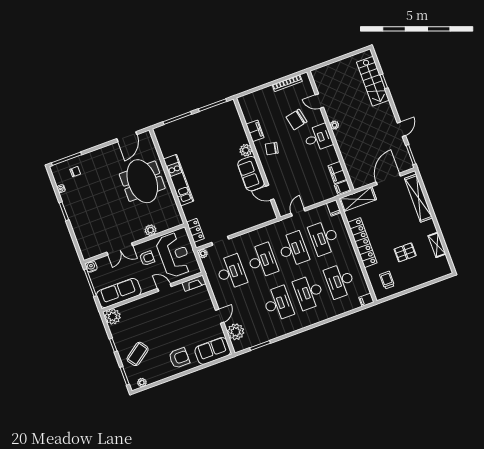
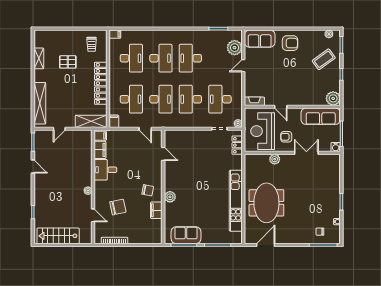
stairs: (373, 81) -> (58, 236), moved, turned -90
door: (401, 129) -> (33, 166), swing flipped
desk: (318, 138) -> (105, 170), moved
sofa: (251, 174) -> (186, 235), moved, turned -90
door: (388, 179) -> (59, 129), width x0.53
kitchen unit: (178, 180) -> (236, 201), width x1.36
door: (298, 212) -> (145, 129), hinge flipped
desk: (293, 249) -> (161, 99), turned 180
armchair: (179, 358) -> (290, 43), turned 180

